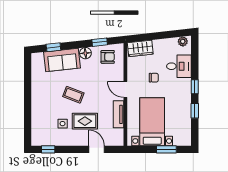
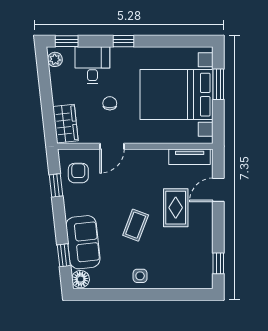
floor lamp: (85, 53) -> (81, 279), moved
door: (125, 89) -> (112, 146), moved
window: (195, 111) -> (67, 41), moved
tv unit: (118, 114) -> (190, 157), moved
bed with nightstands: (152, 122) -> (176, 95), width x1.36
side table: (63, 124) -> (140, 276), moved

